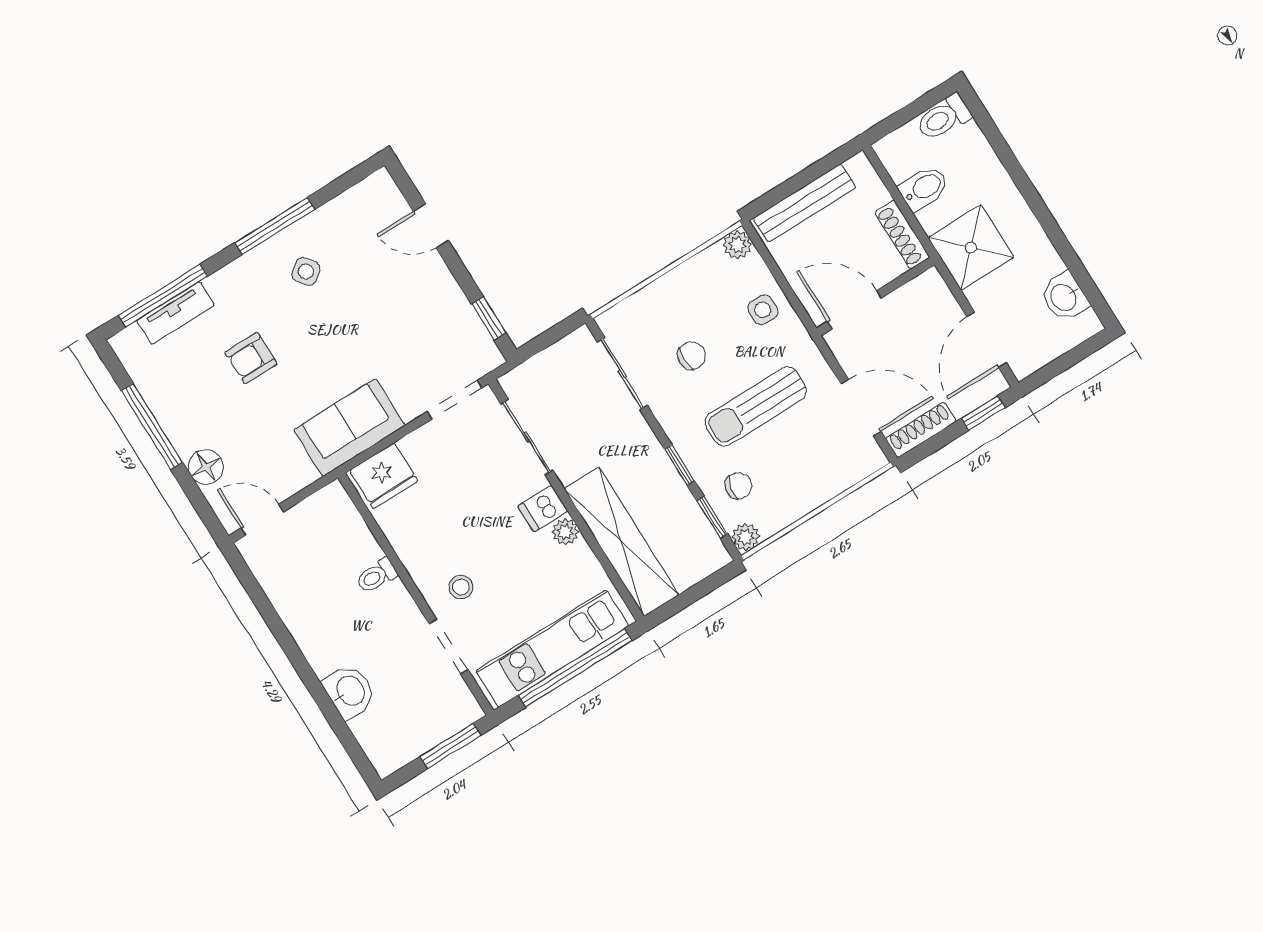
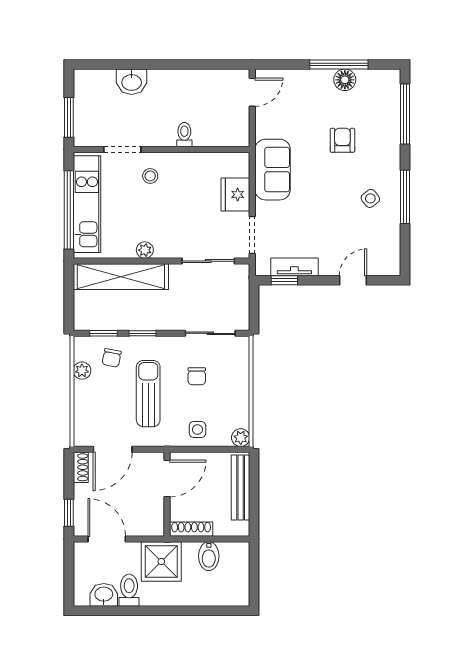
toilet: (944, 118) -> (129, 590), moved
tv unit: (175, 313) -> (294, 267), moved, turned 90
shoe rack: (921, 430) -> (81, 467), width x0.70
floor lamp: (206, 467) -> (345, 80), moved
fridge: (384, 476) -> (235, 194), moved
dishwasher: (543, 509) -> (165, 246), removed
plant: (746, 537) -> (82, 371), moved

